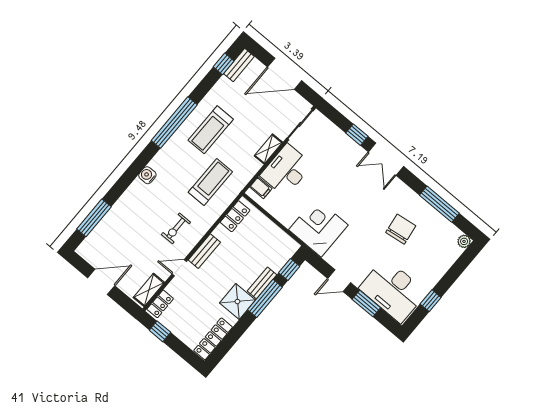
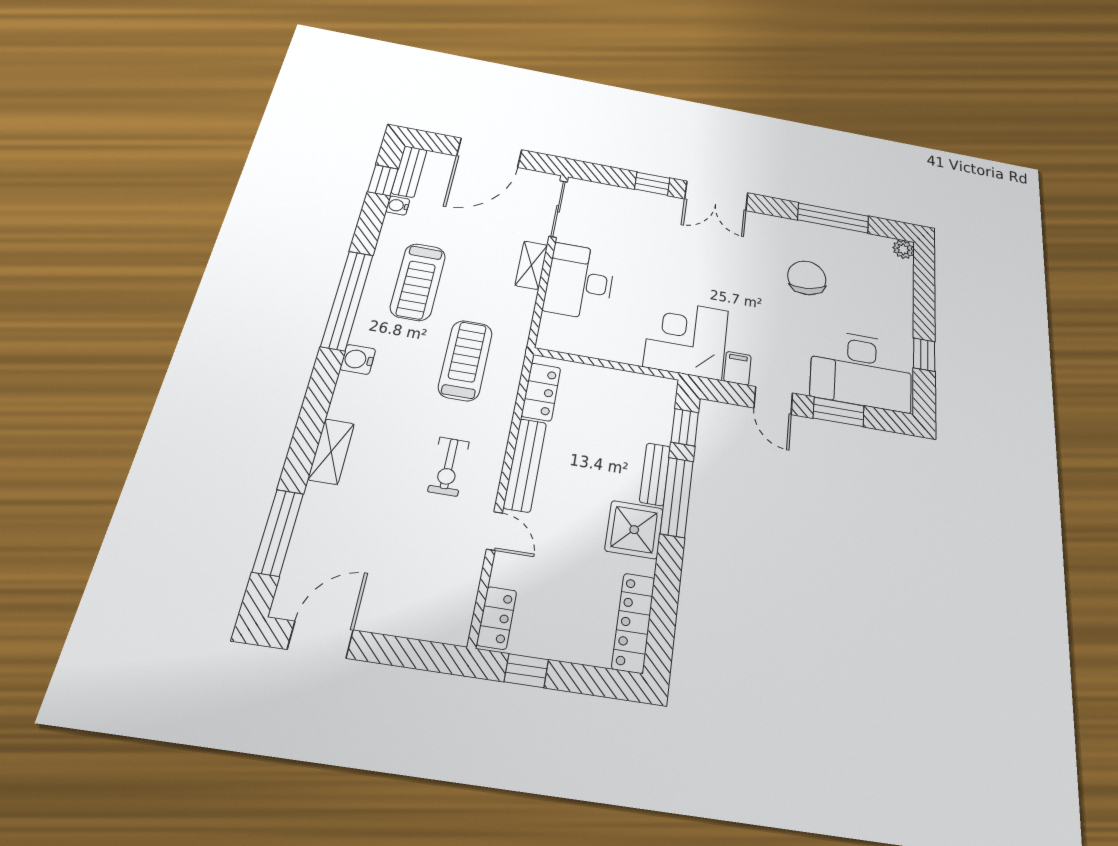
water cooler: (223, 82) -> (398, 206), added
water cooler: (147, 175) -> (358, 359), moved
filing cabinet: (261, 188) -> (737, 368), moved, turned -90
bench: (204, 251) -> (525, 465), width x1.36
door: (179, 268) -> (495, 531), swing flipped
door: (339, 281) -> (773, 400), hinge flipped
door: (101, 282) -> (320, 640), moved
shelving: (149, 290) -> (331, 451), moved

